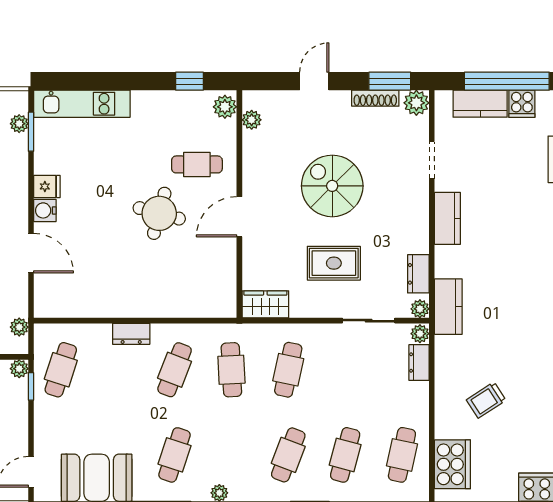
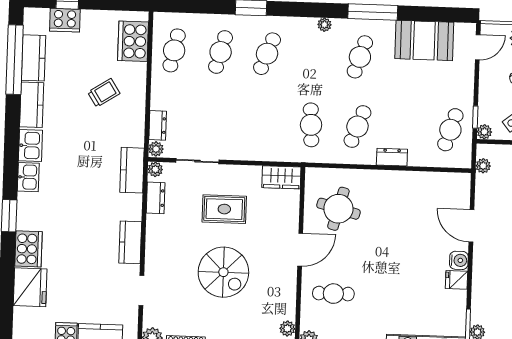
round table: (159, 213) -> (338, 209), moved
cafe table: (288, 370) -> (265, 123), removed

